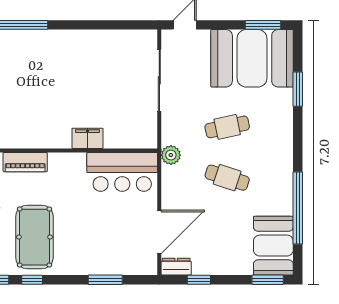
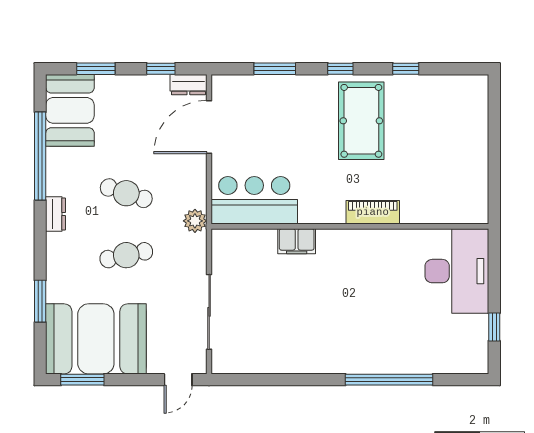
dresser: (285, 161) -> (56, 214), added
window: (32, 280) -> (340, 69), moved
window: (268, 280) -> (96, 69), moved

